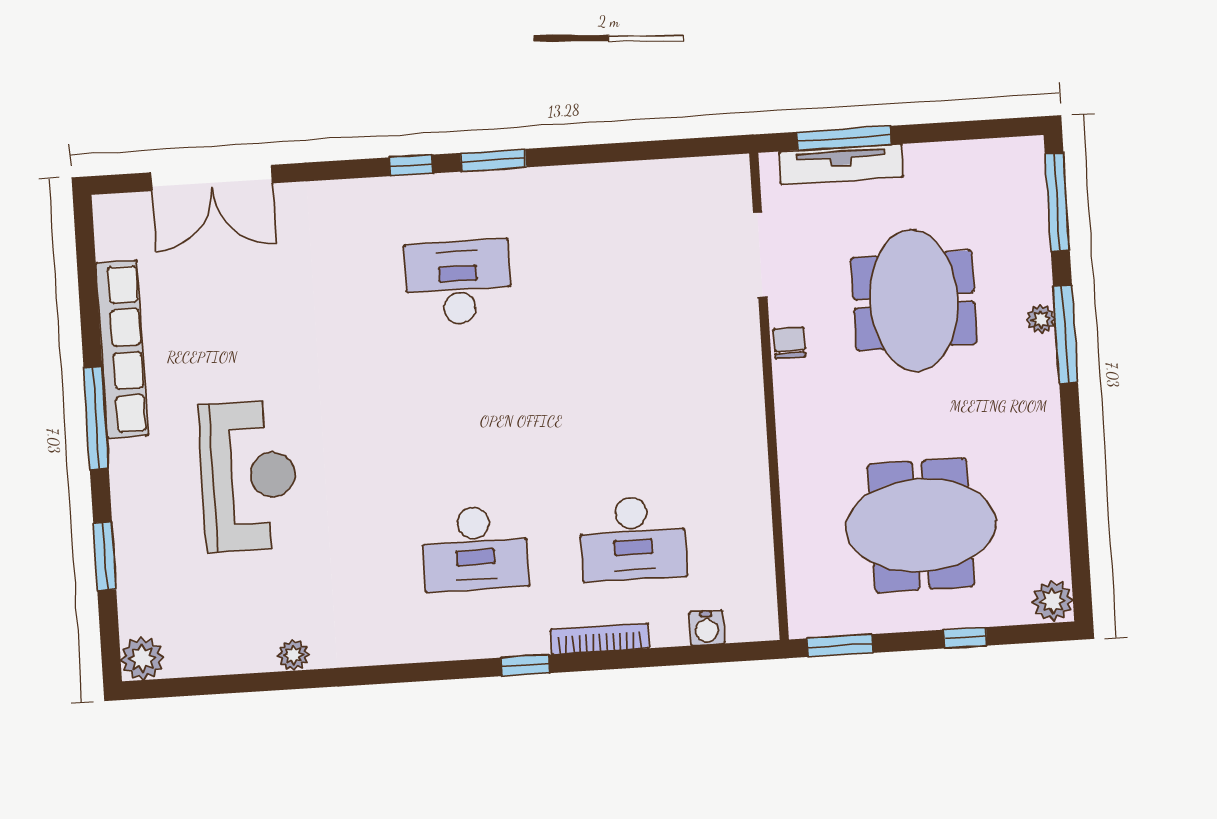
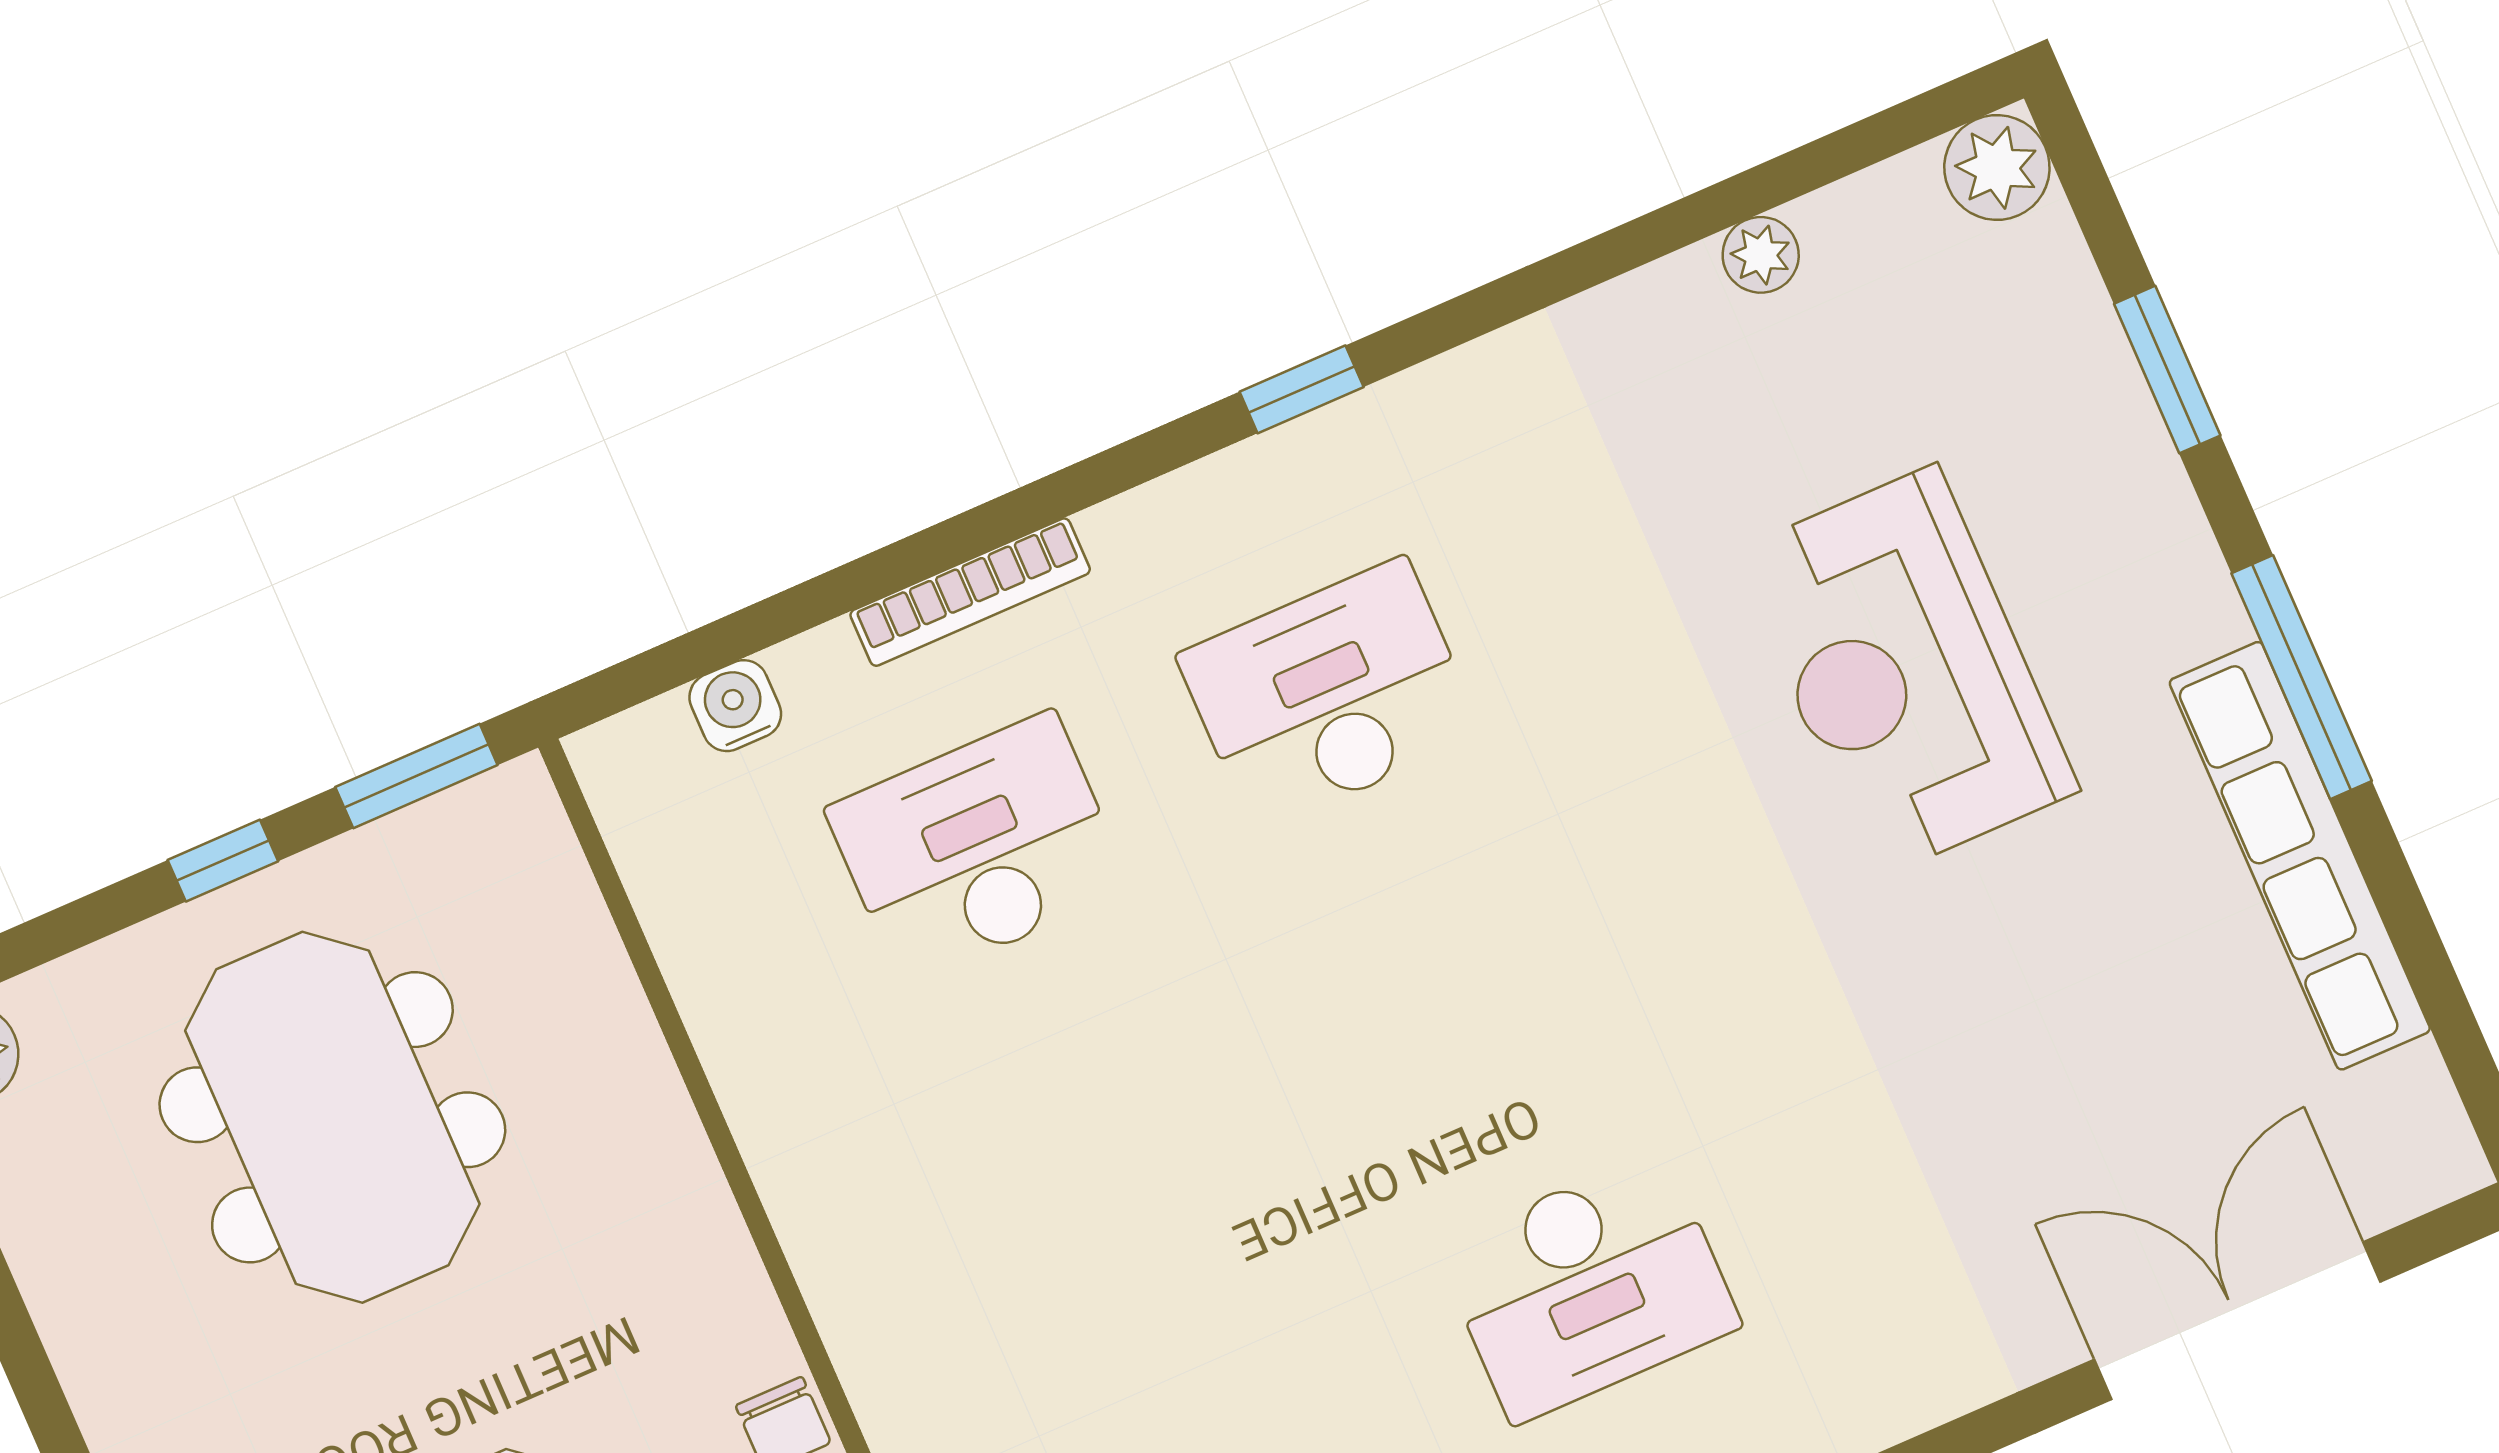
meeting table: (921, 525) -> (332, 1117), turned 90
window: (966, 638) -> (223, 861), moved
plant: (293, 655) -> (1761, 255), moved
window: (525, 665) -> (1302, 389), moved

